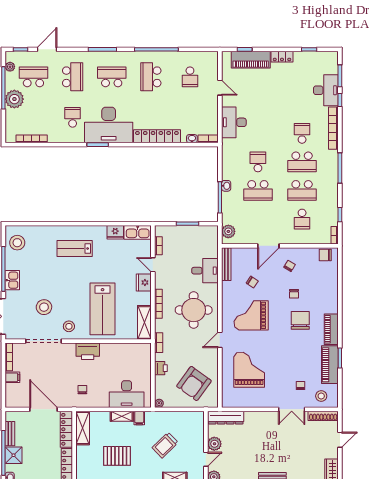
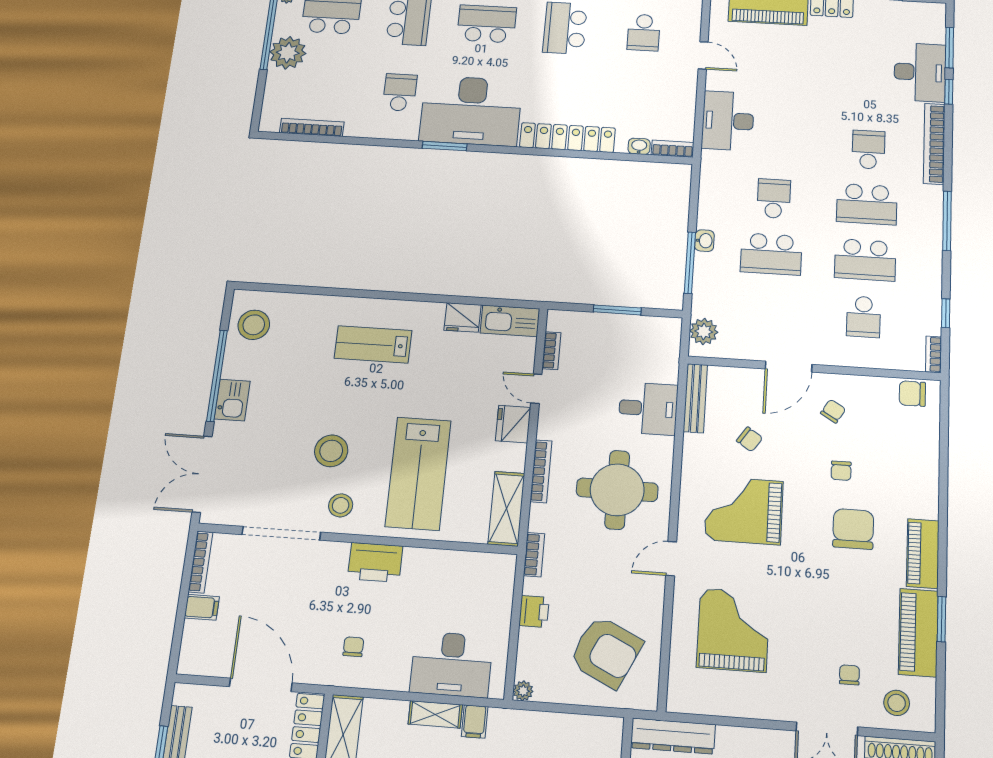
stool: (44, 307) -> (331, 451), moved
armchair: (194, 383) -> (606, 652), turned -100

